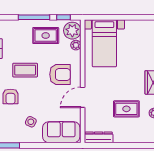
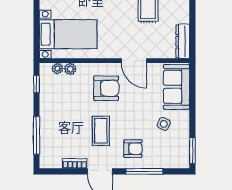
window: (34, 17) -> (36, 135), moved
plant: (72, 31) -> (58, 69), width x0.53, depth x0.53
rug: (46, 36) -> (59, 106), removed
armchair: (60, 74) -> (106, 88), turned 90

